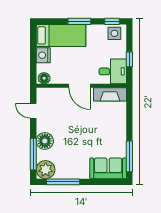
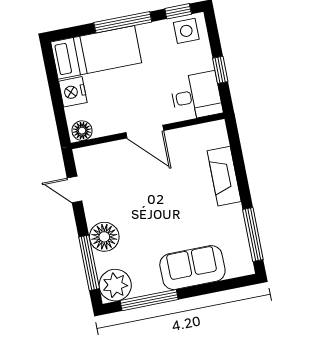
window: (79, 21) -> (123, 22), width x1.44
fireplace: (110, 94) -> (224, 176), moved, turned 90
sofa: (108, 168) -> (192, 268), moved

